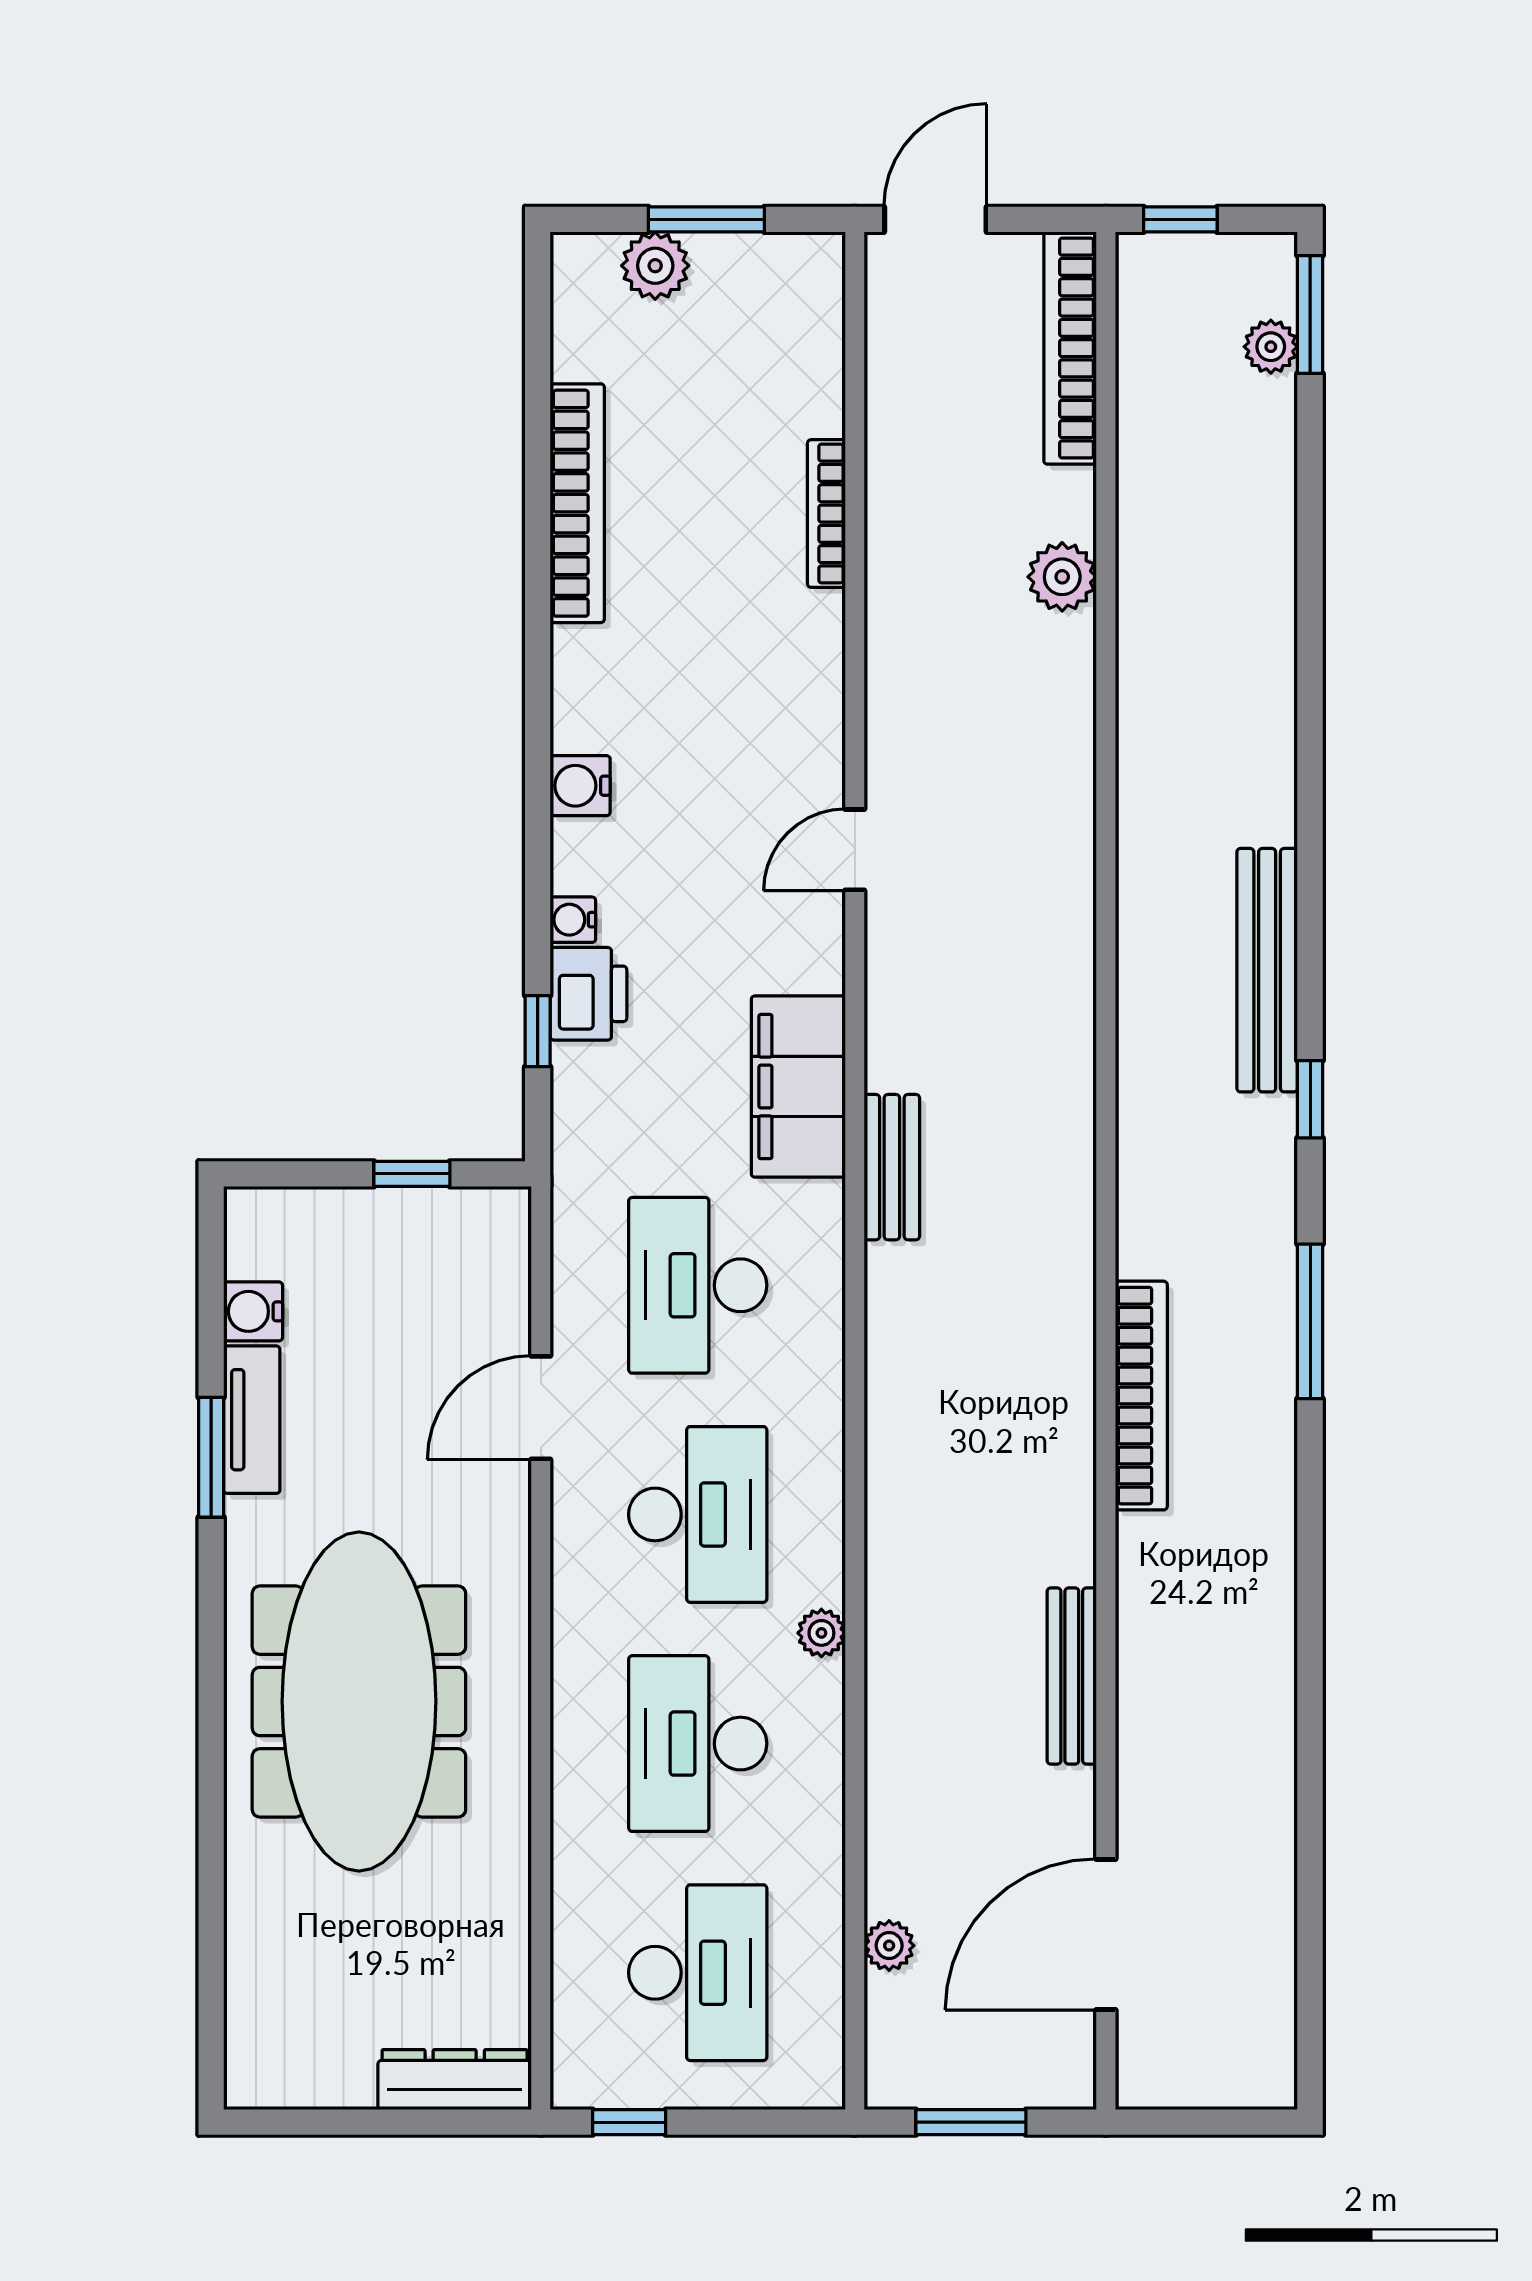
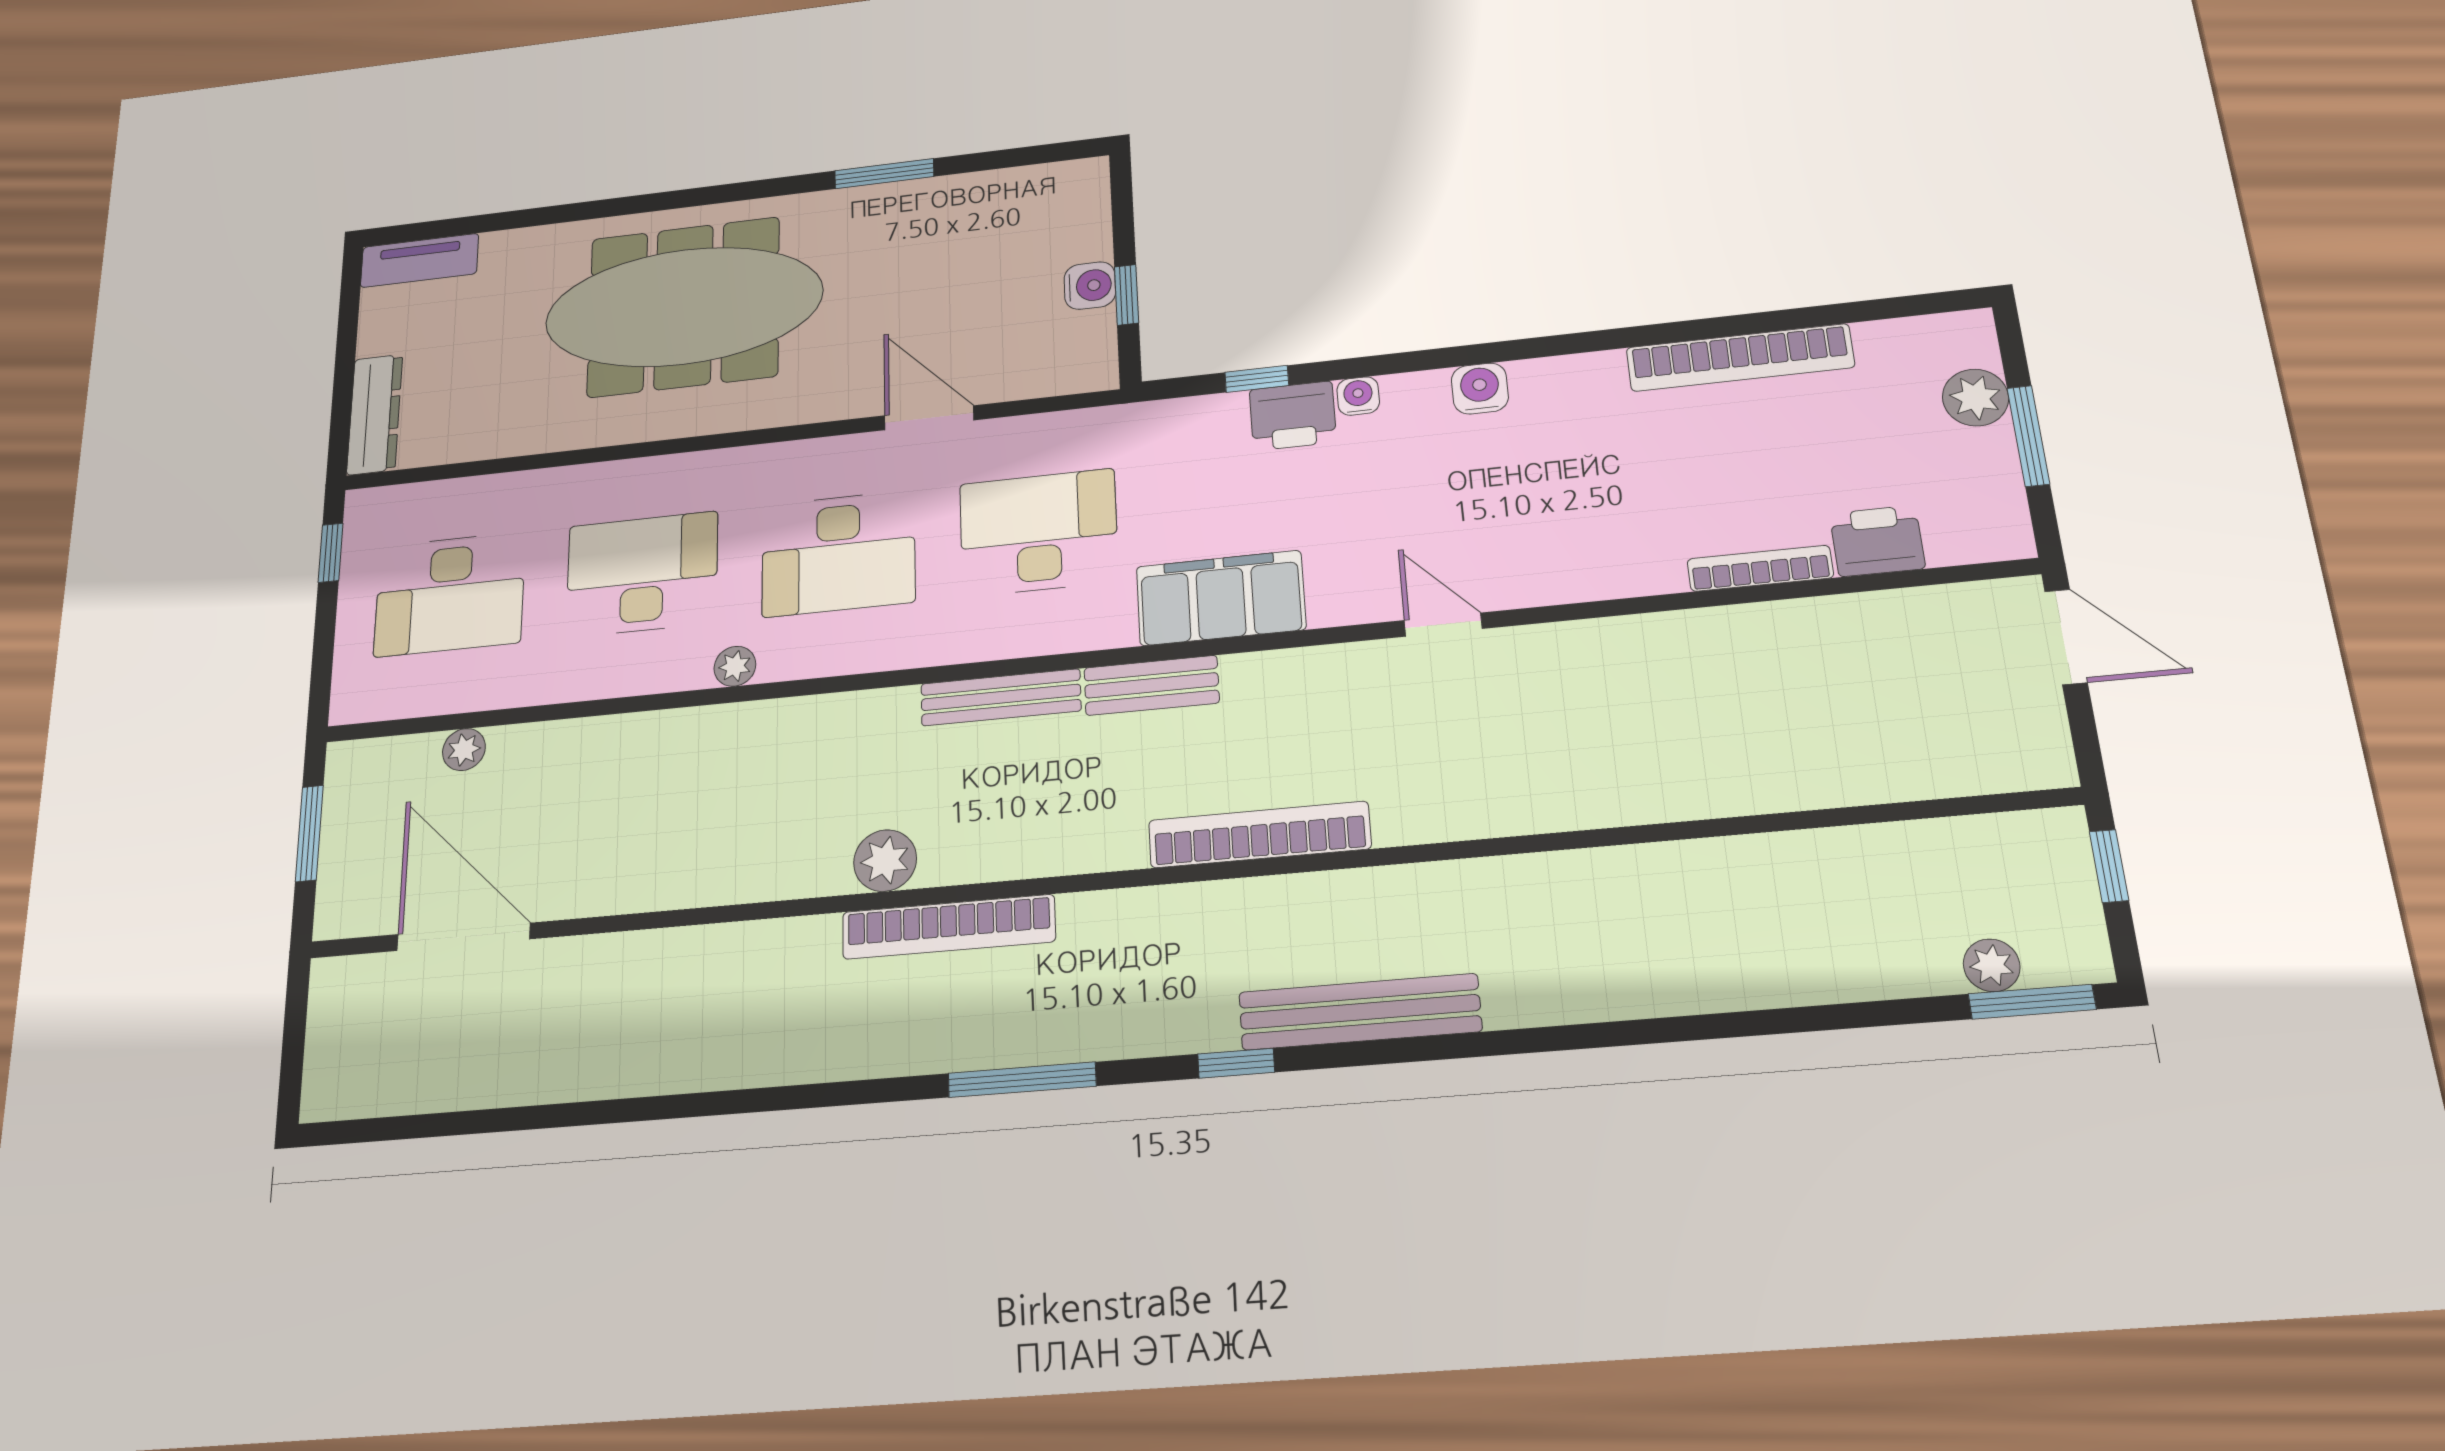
bookcase: (1070, 348) -> (1259, 835), moved
printer: (809, 390) -> (1877, 541), added
plant: (1062, 577) -> (885, 861), moved
water cooler: (253, 1311) -> (1090, 286), moved, turned 90
tv unit: (252, 1420) -> (420, 260), moved
bench: (1072, 1676) -> (1001, 697), moved

